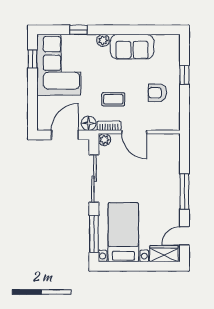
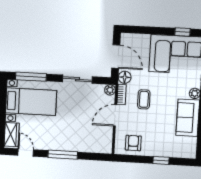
armchair: (157, 93) -> (133, 143), moved
sliding door: (94, 179) -> (77, 79), width x0.73

